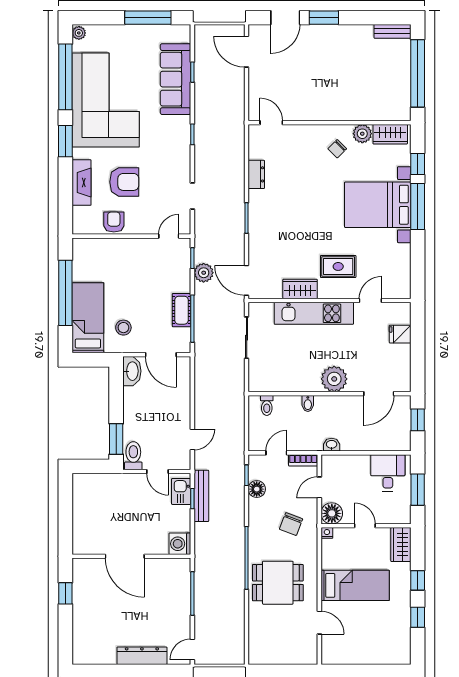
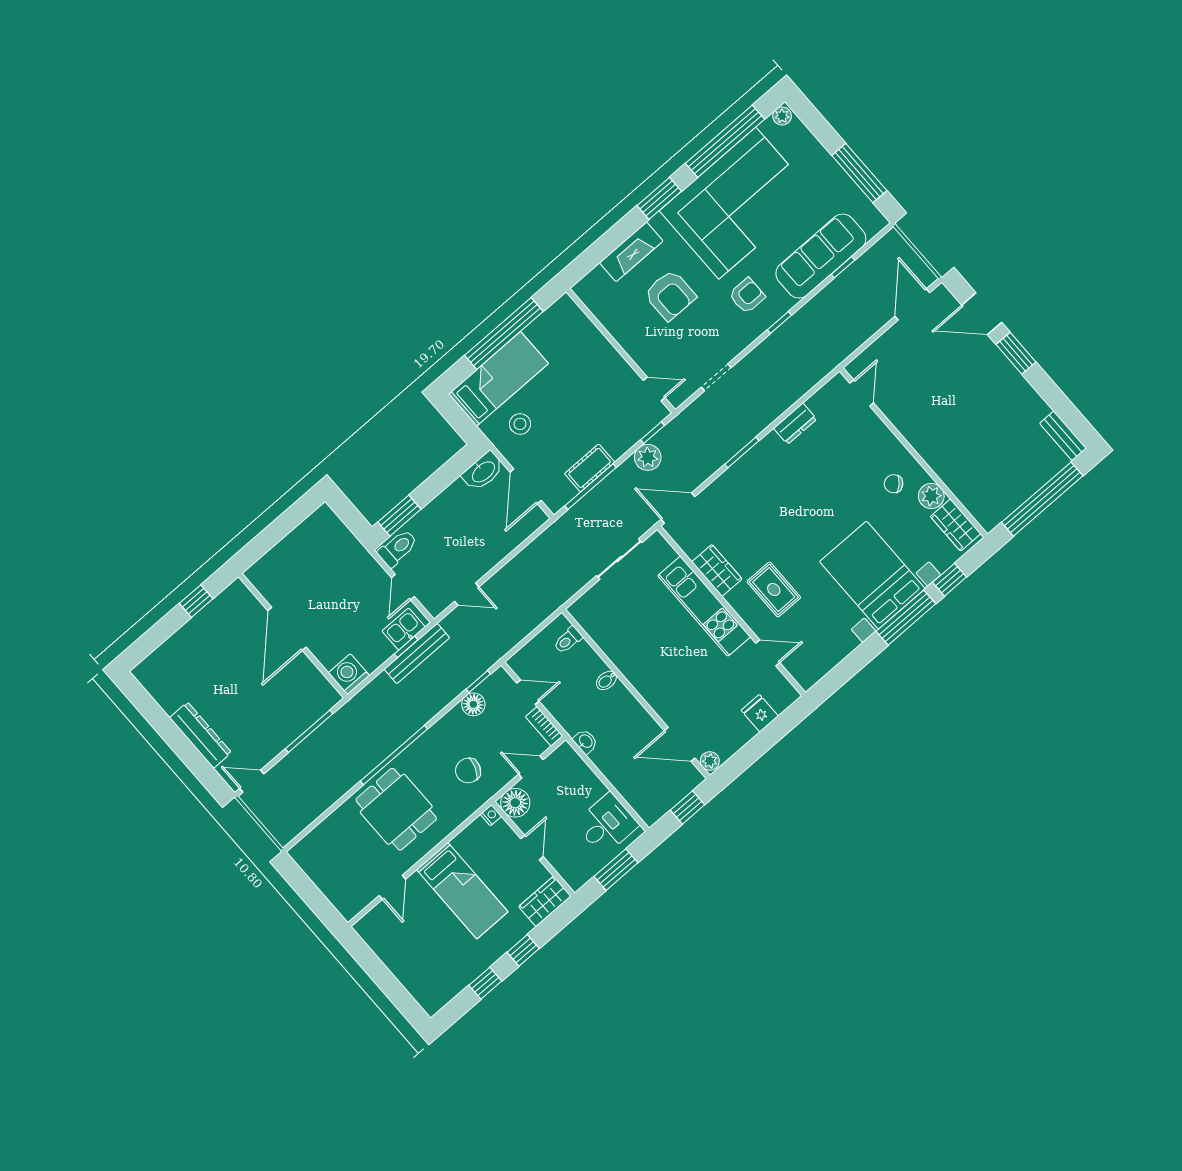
armchair: (114, 222) -> (747, 296), moved
door: (247, 280) -> (678, 508), hinge flipped
plant: (334, 379) -> (710, 761), moved, width x0.53, depth x0.53

